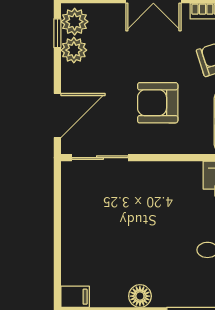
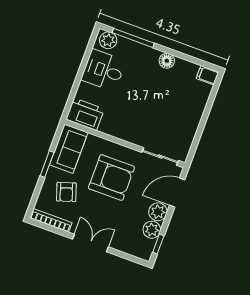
plant: (75, 22) -> (158, 212), moved
armchair: (158, 103) -> (111, 178), width x1.36, depth x1.36

